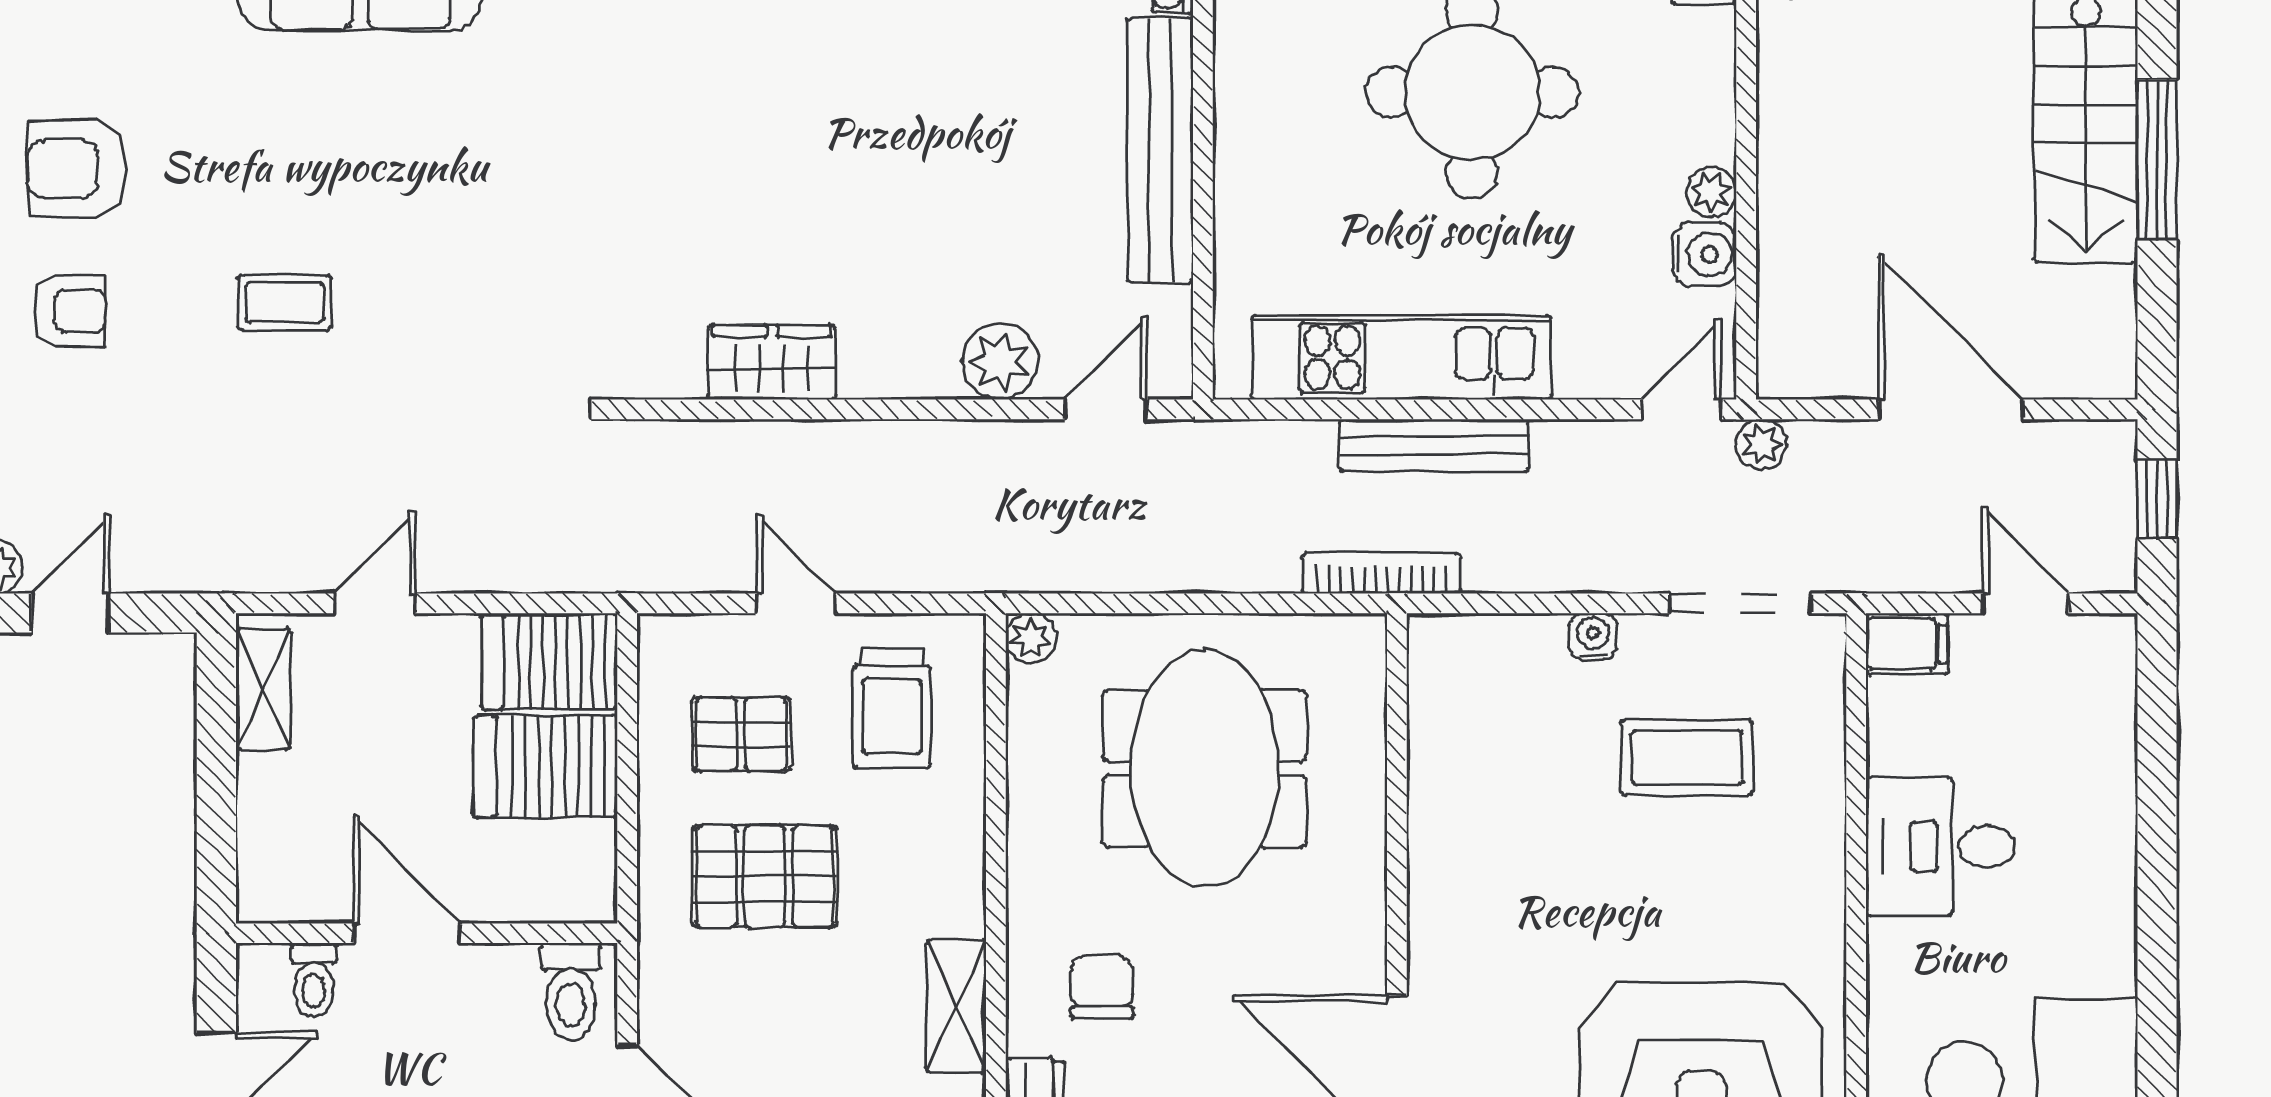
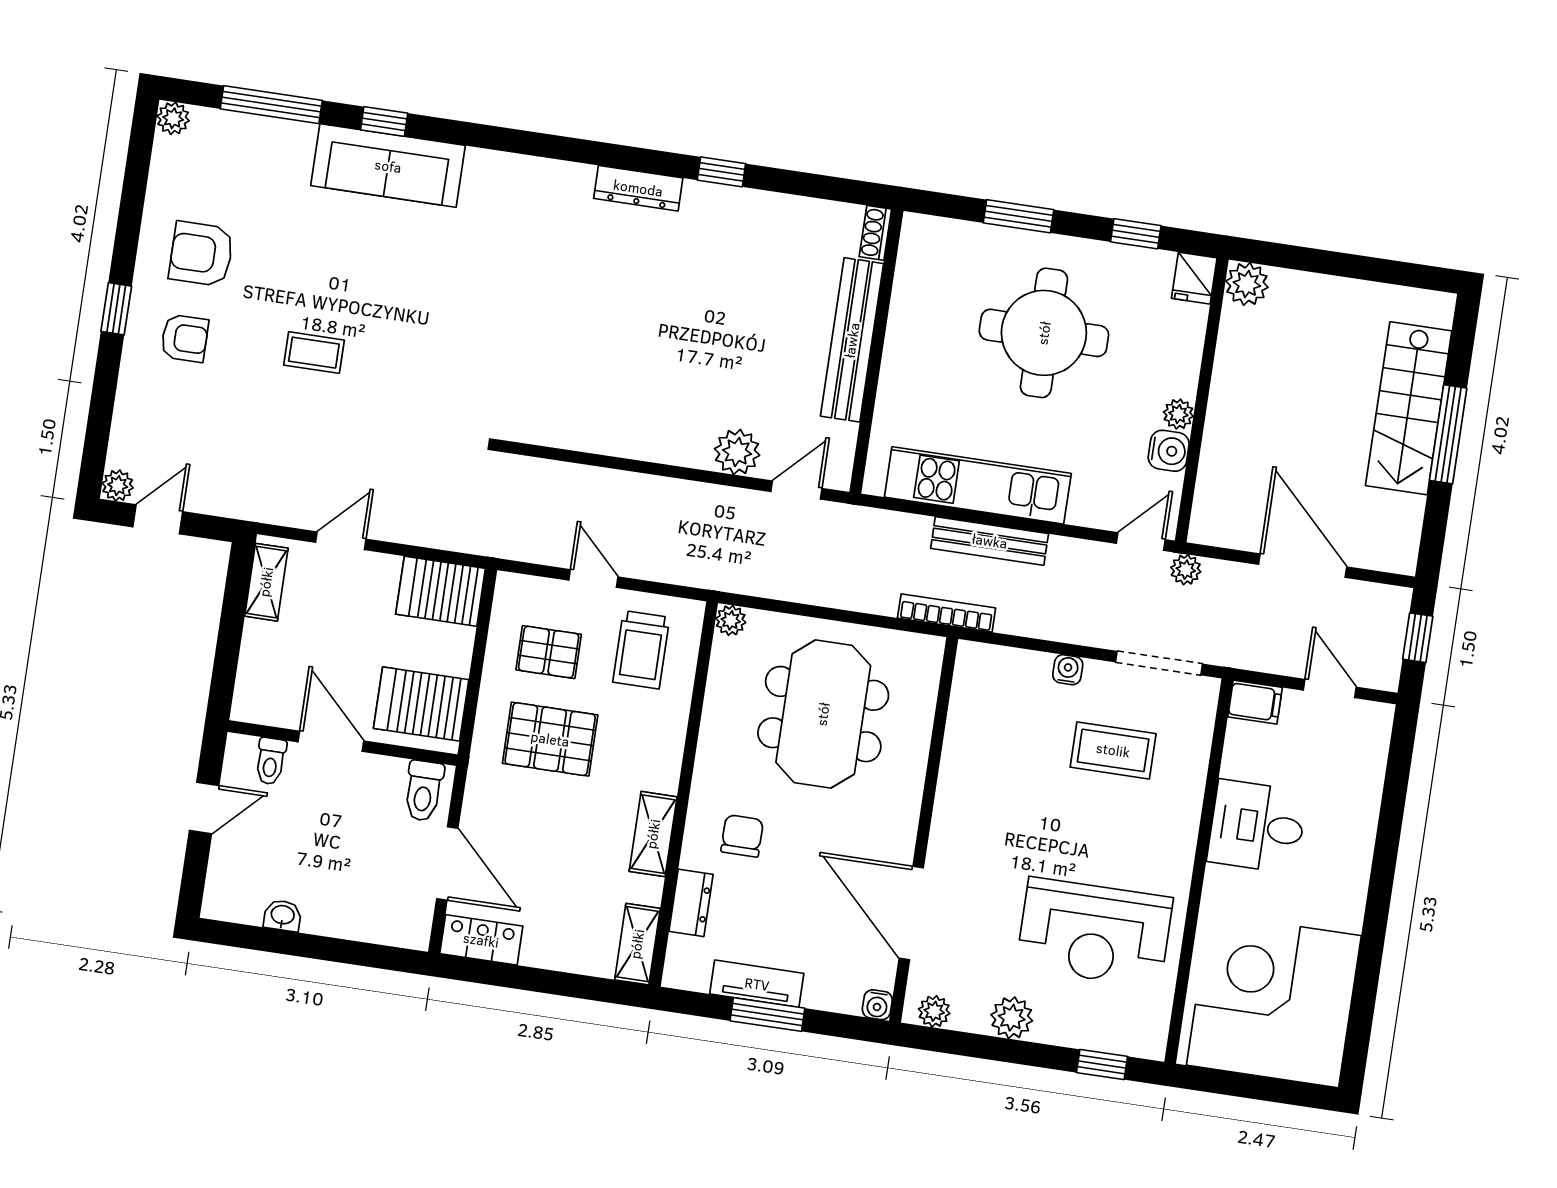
wardrobe: (772, 362) -> (600, 432), removed
server rack: (545, 766) -> (421, 704), moved

